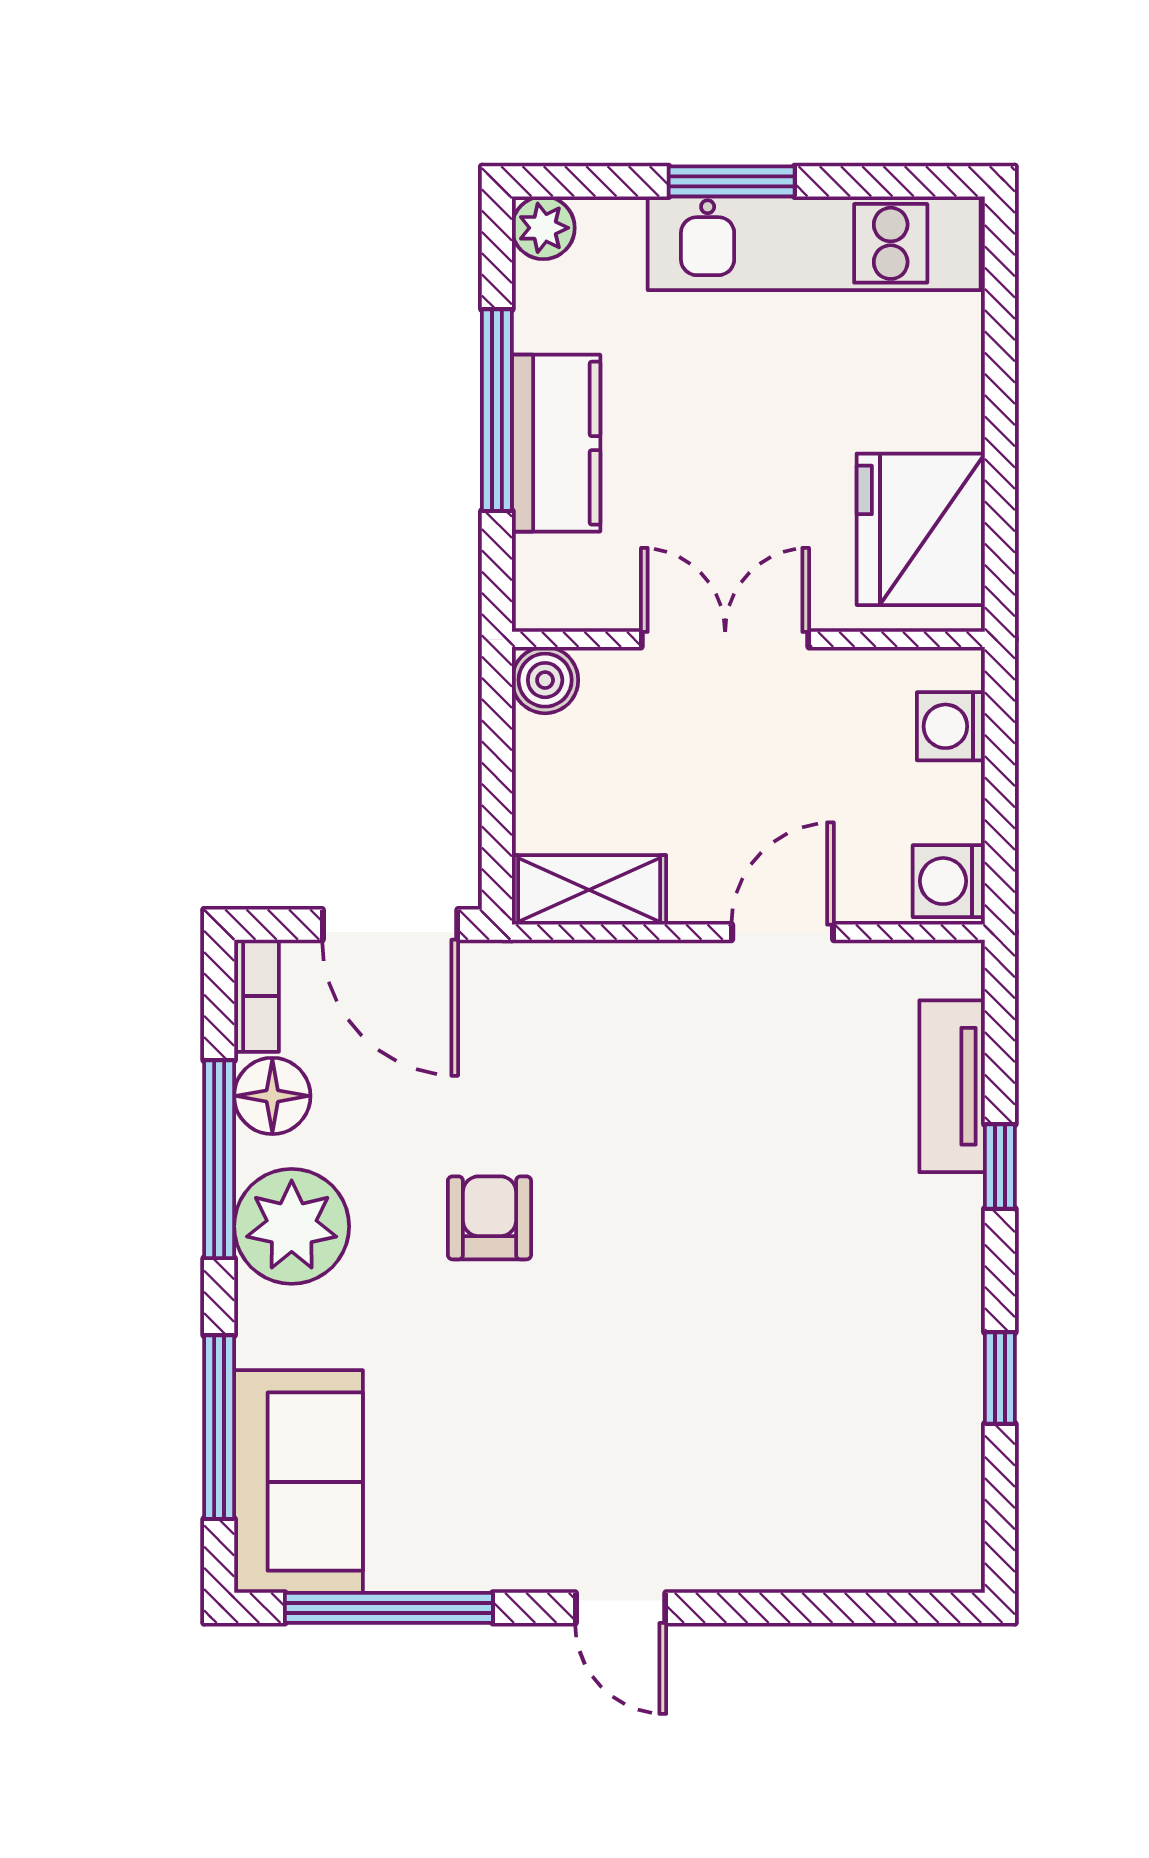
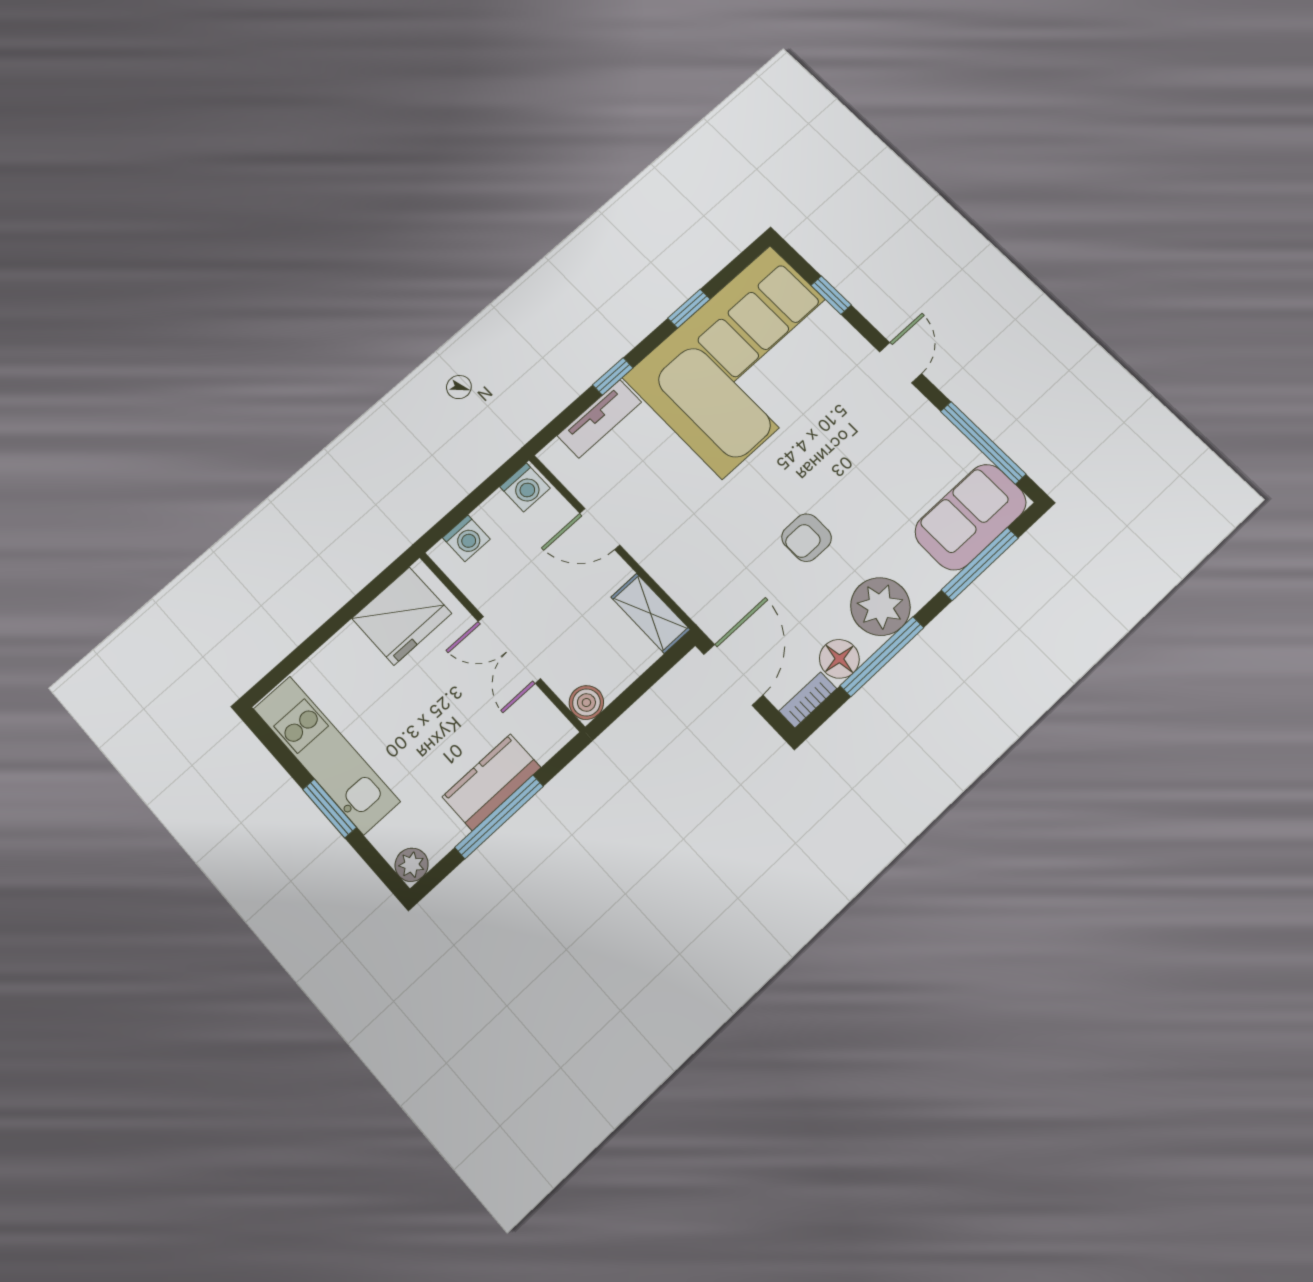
corner sofa: (837, 1386) -> (747, 361), added
window: (821, 1608) -> (831, 295), added

